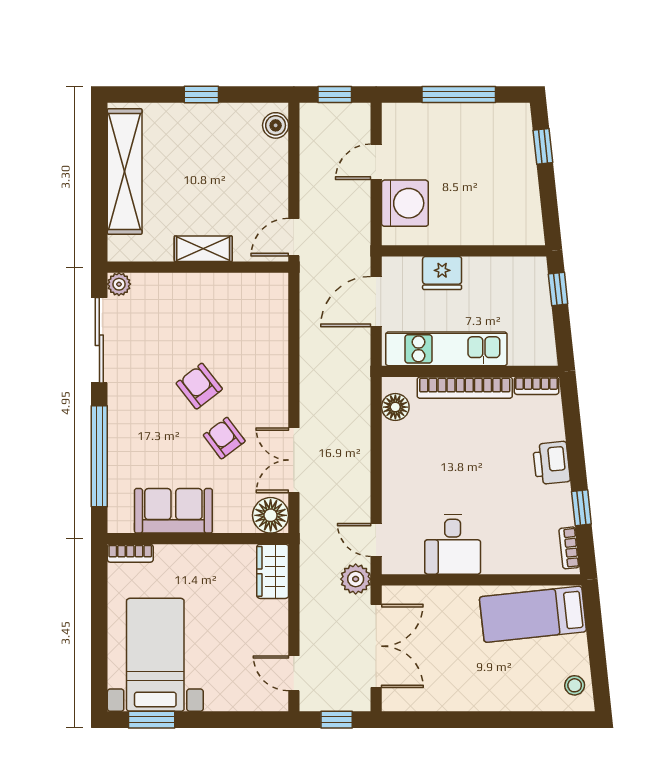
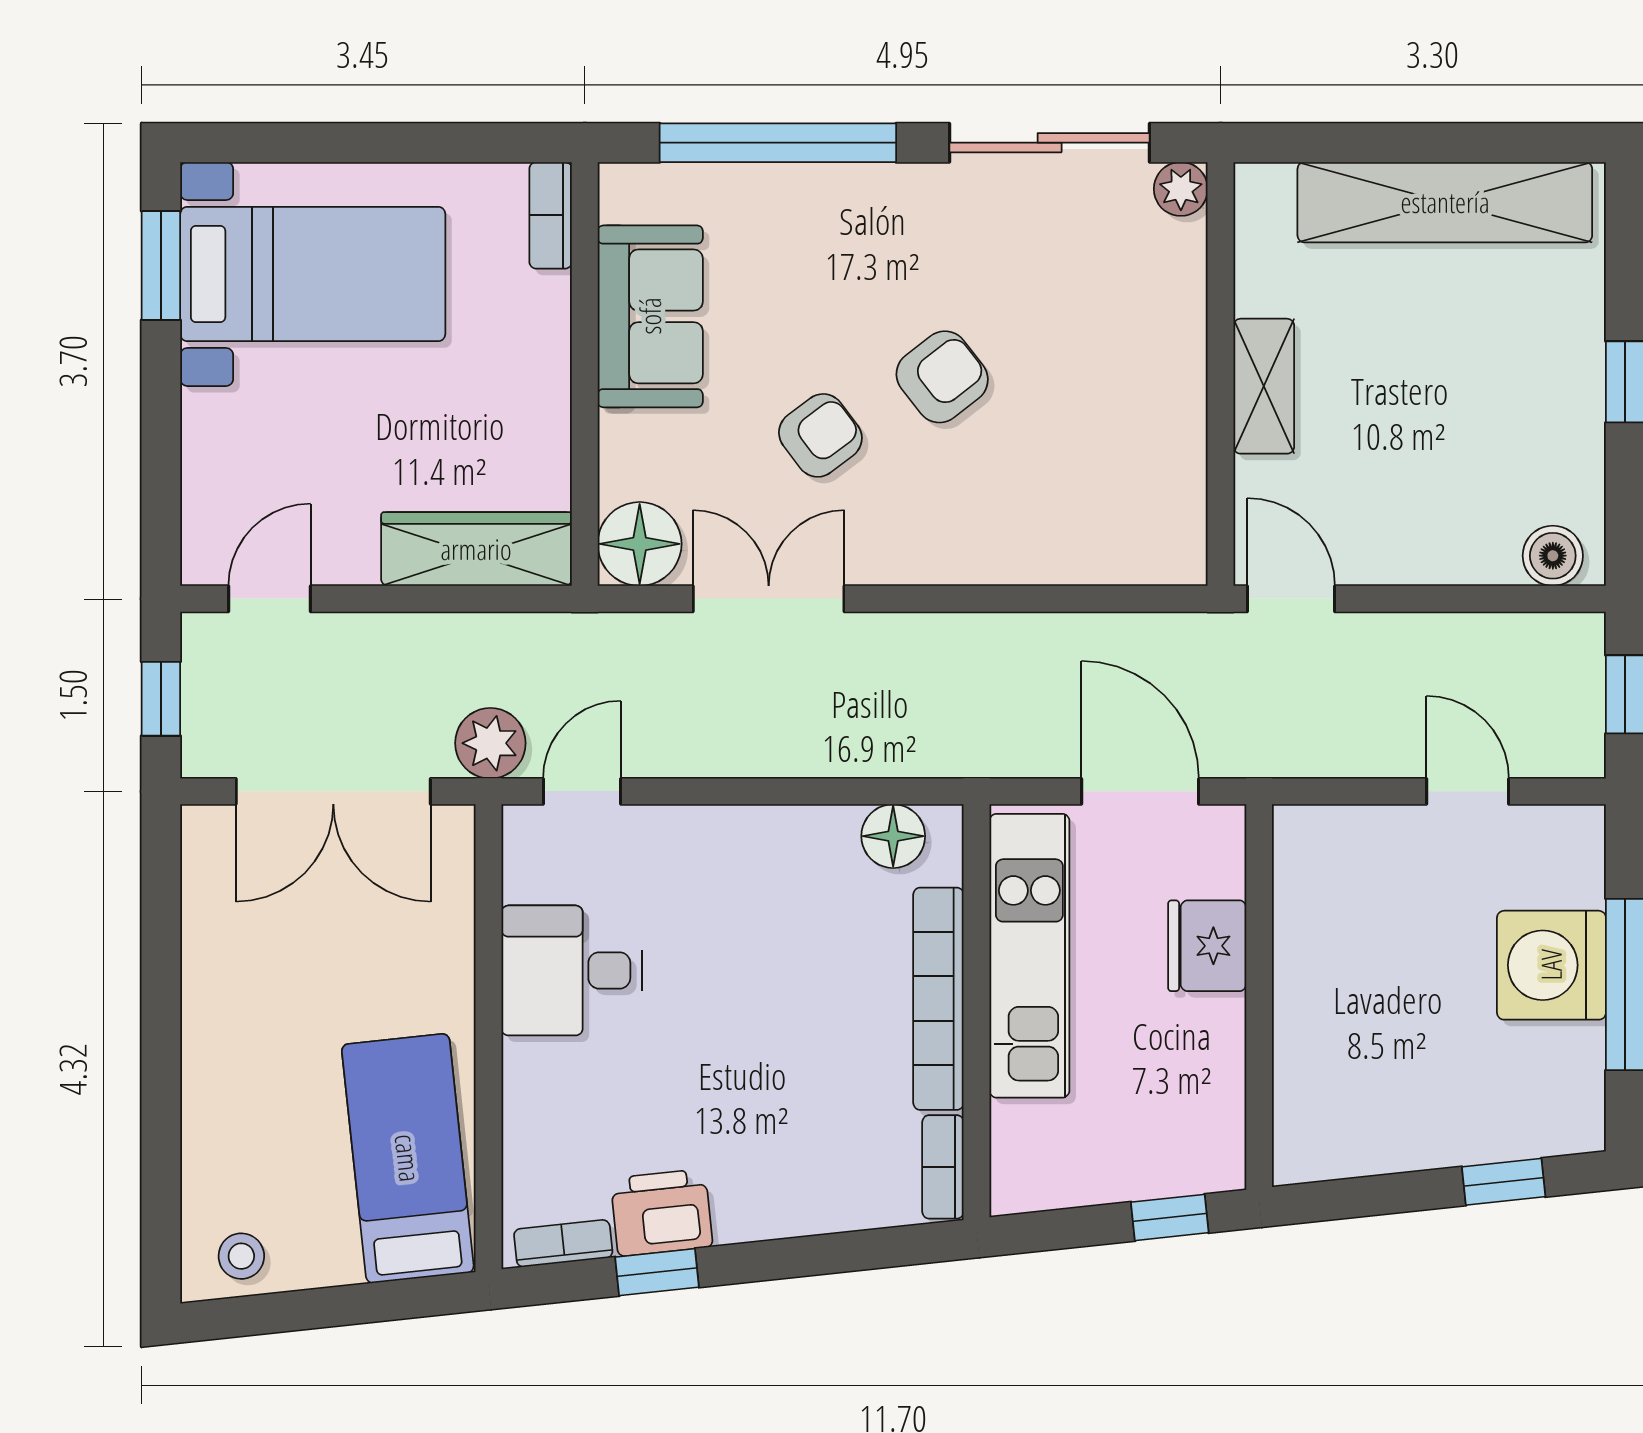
washing machine: (405, 203) -> (1551, 965), moved, turned 90
printer: (551, 463) -> (662, 1213), moved
wardrobe: (273, 571) -> (476, 549), width x1.50

